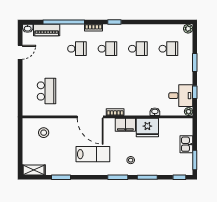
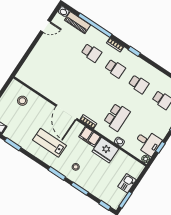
school desk: (47, 91) -> (117, 117), moved
lab bench: (93, 154) -> (49, 143), turned 180

